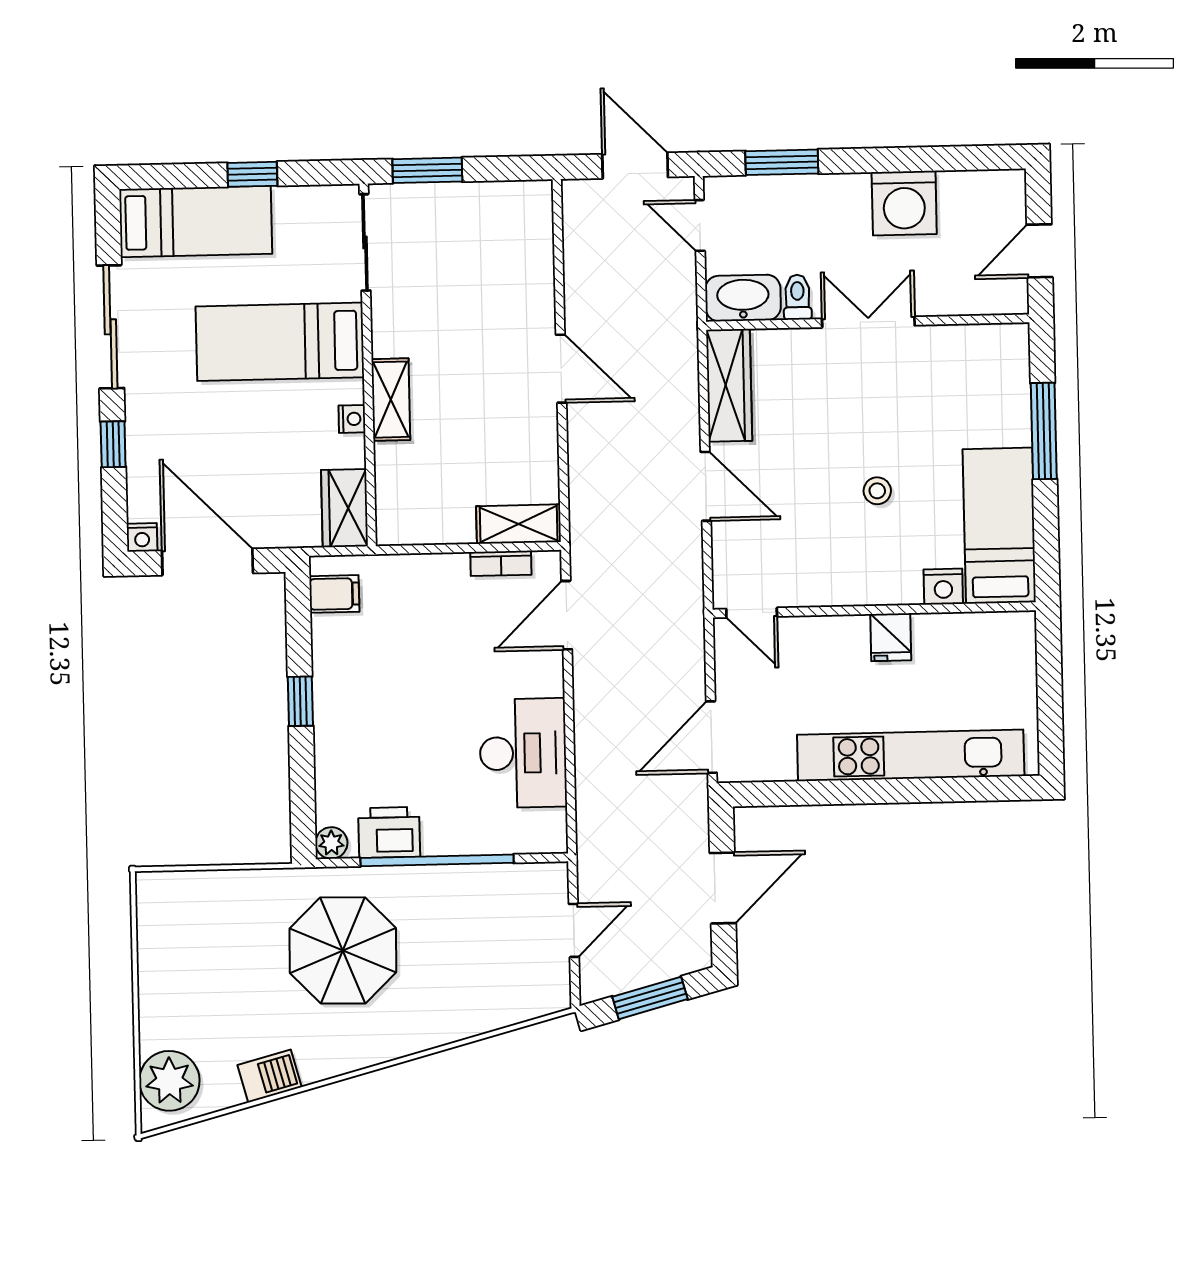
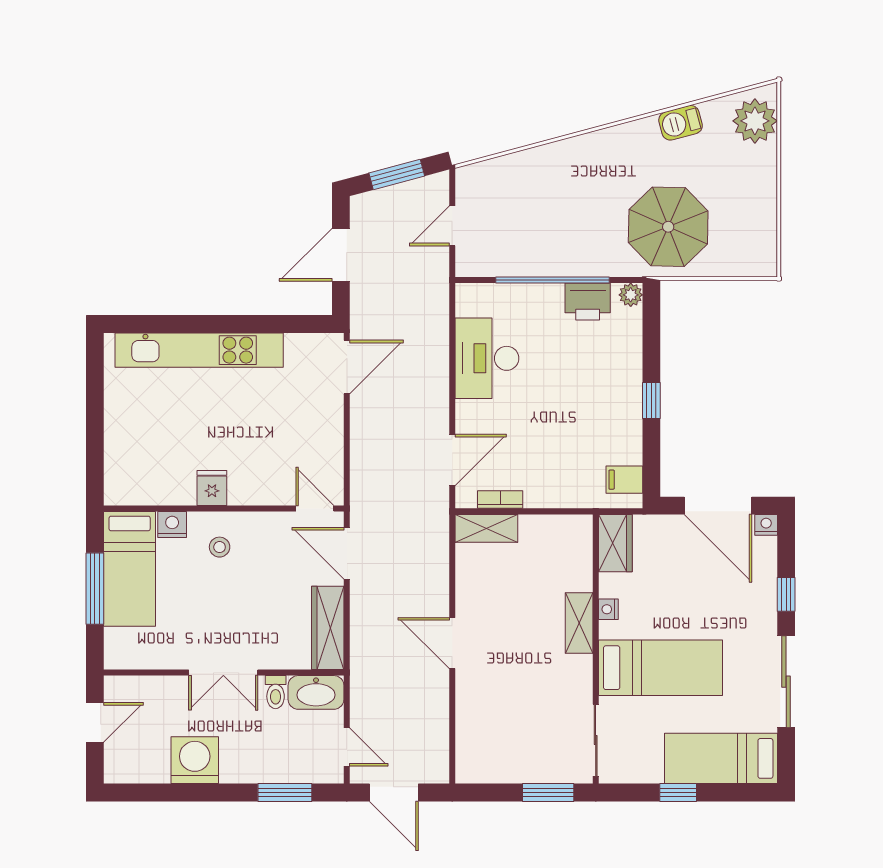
bed: (999, 526) -> (130, 569), moved
nightstand: (943, 587) -> (172, 525), moved
wall: (874, 610) -> (224, 508), moved
door: (752, 613) -> (315, 508), moved
fridge: (891, 637) -> (212, 488), moved
parasol: (343, 950) -> (668, 227), moved

